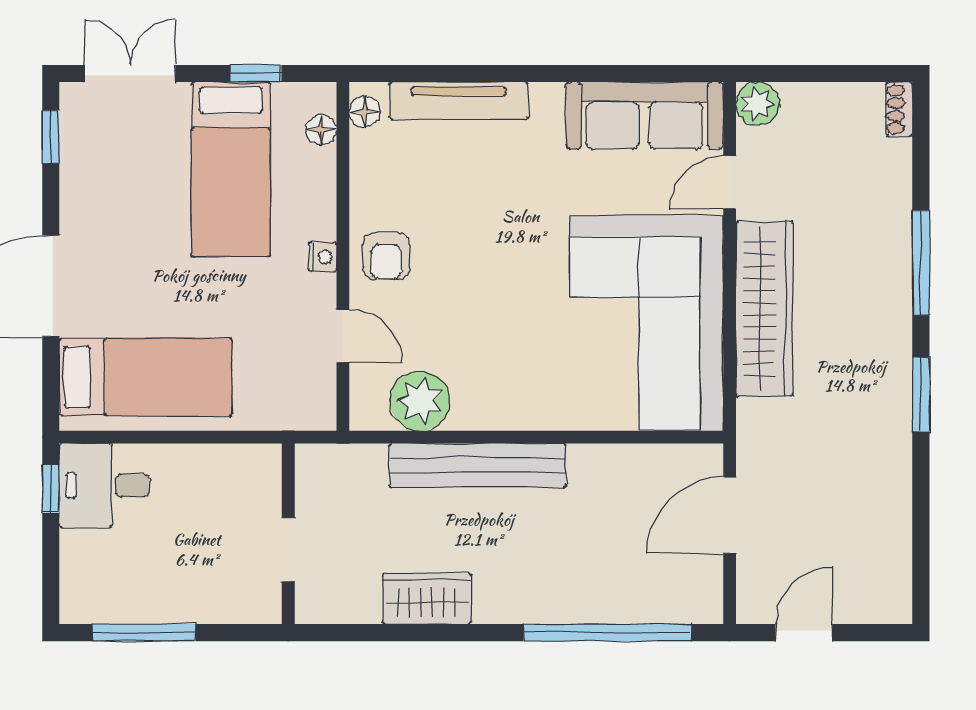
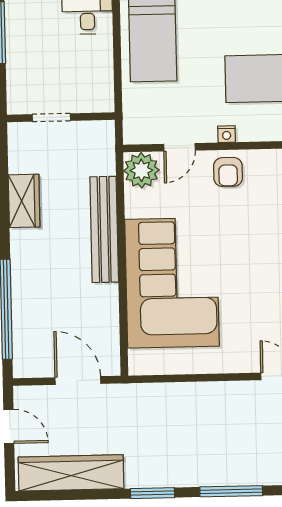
armchair: (386, 256) -> (228, 172), turned -90
wardrobe: (764, 309) -> (71, 473), moved, turned 180
corner sofa: (646, 323) -> (172, 283), moved, turned 90
plant: (420, 401) -> (141, 170), moved

